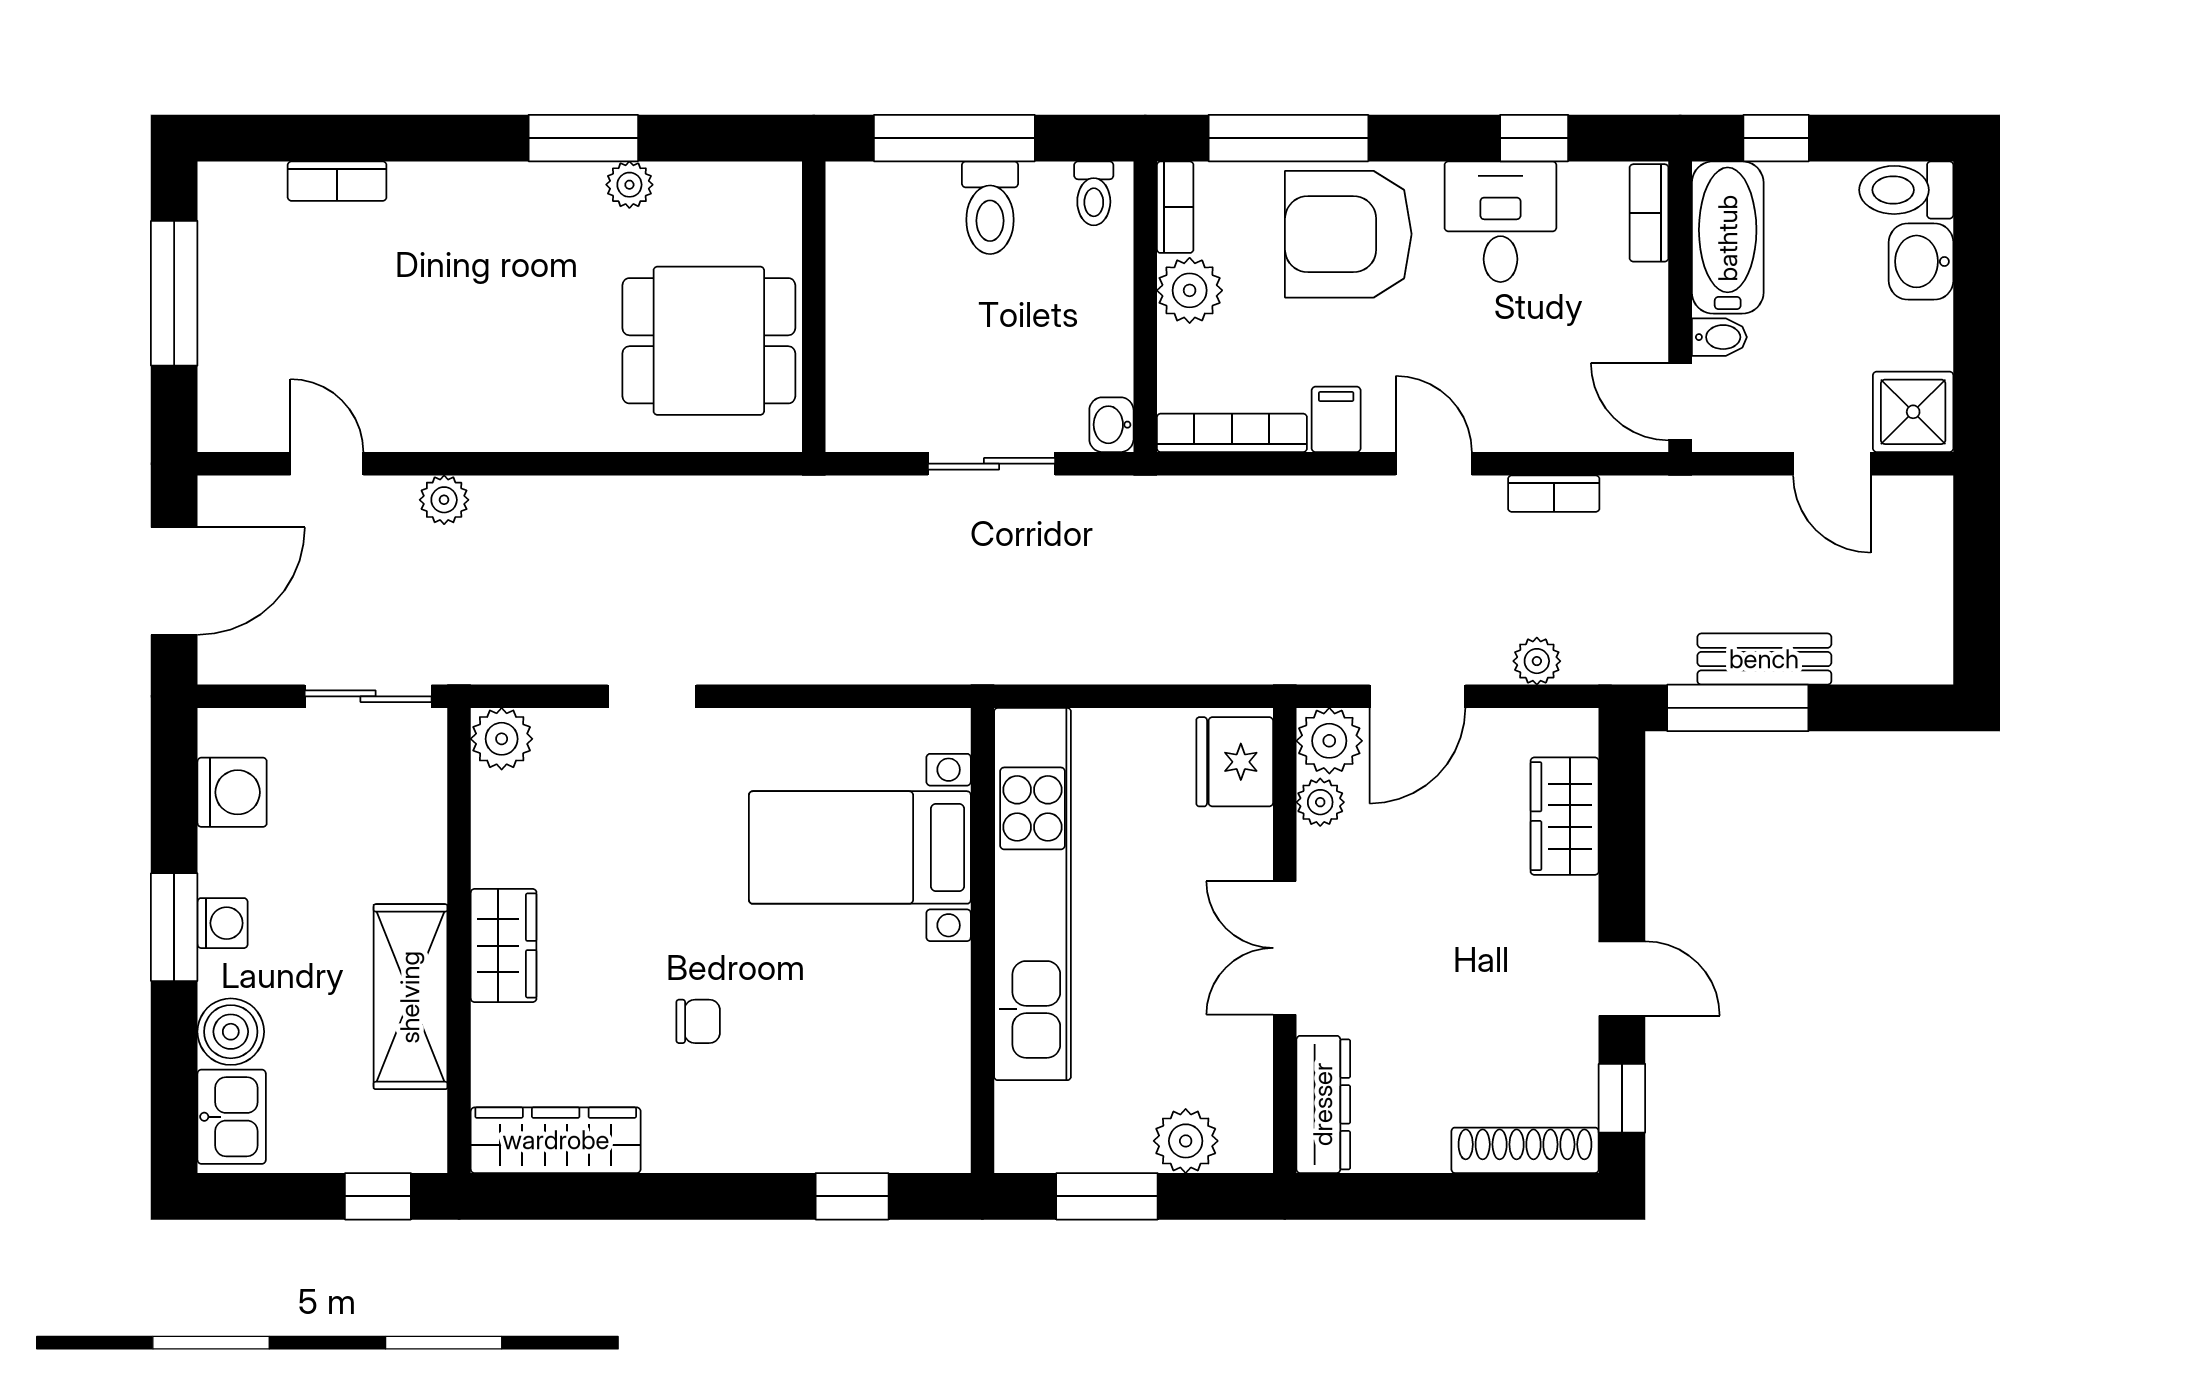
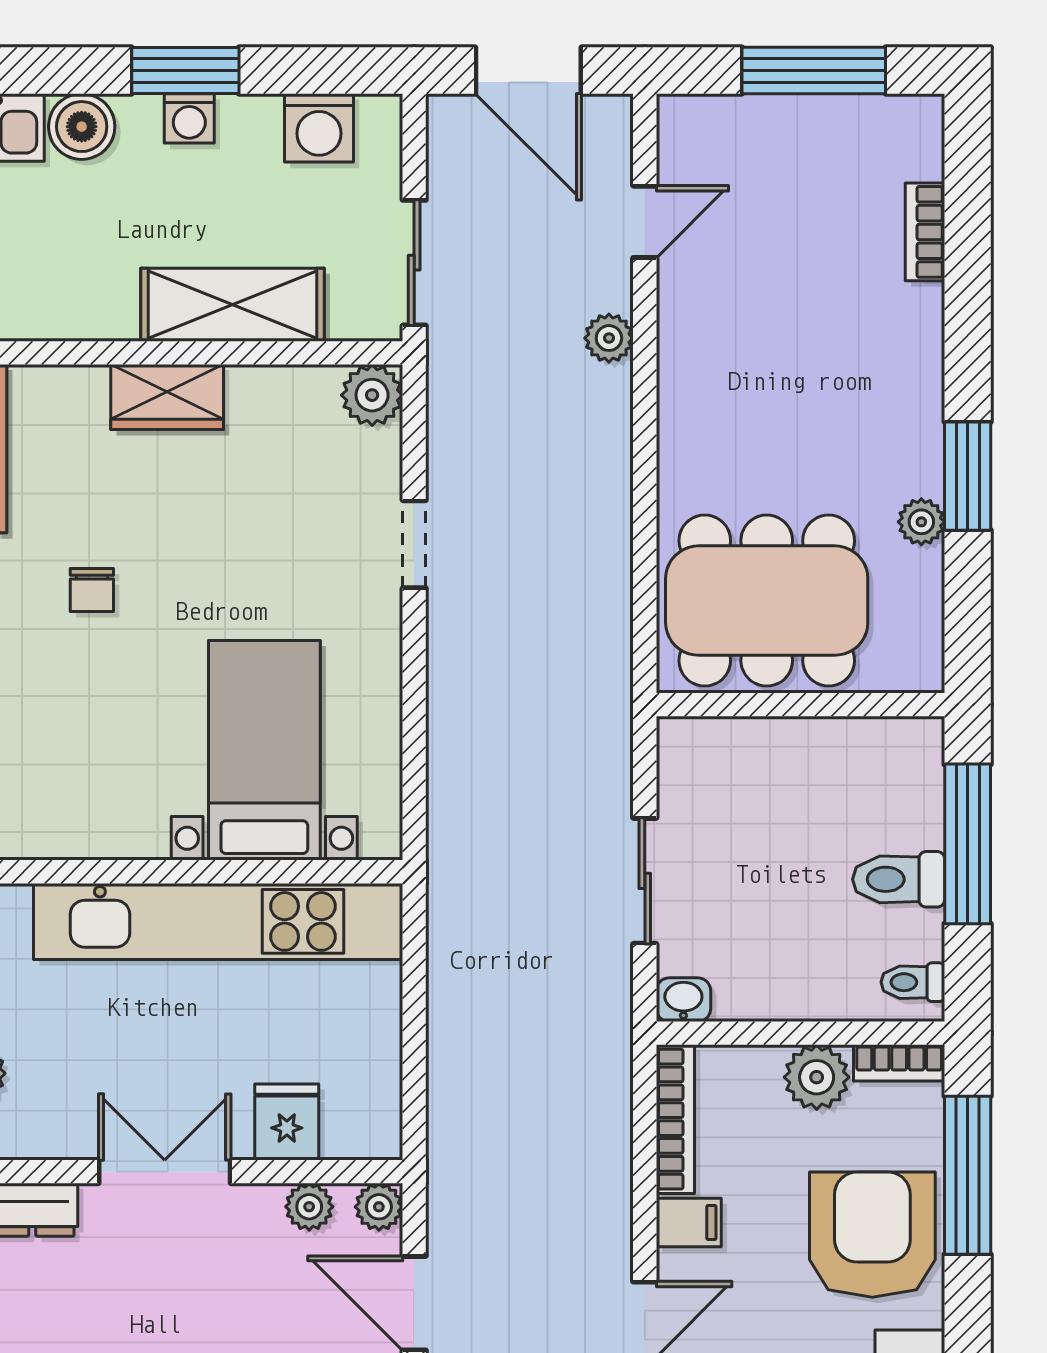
dining table: (709, 341) -> (767, 601), width x1.38
plant: (1329, 741) -> (379, 1207), width x0.73, depth x0.73
fridge: (1235, 762) -> (287, 1122), moved, width x0.72
shelving: (410, 997) -> (232, 305), moved

